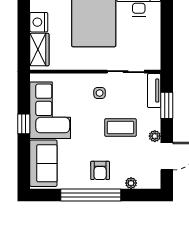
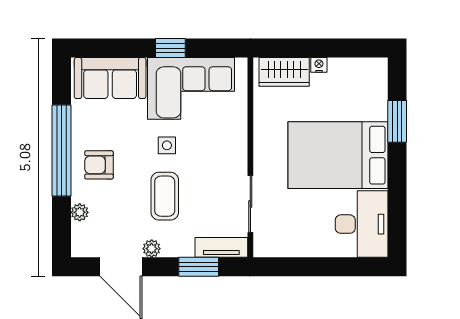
nightstand: (39, 22) -> (319, 65), width x0.53, depth x0.56
side table: (100, 93) -> (167, 145), moved

